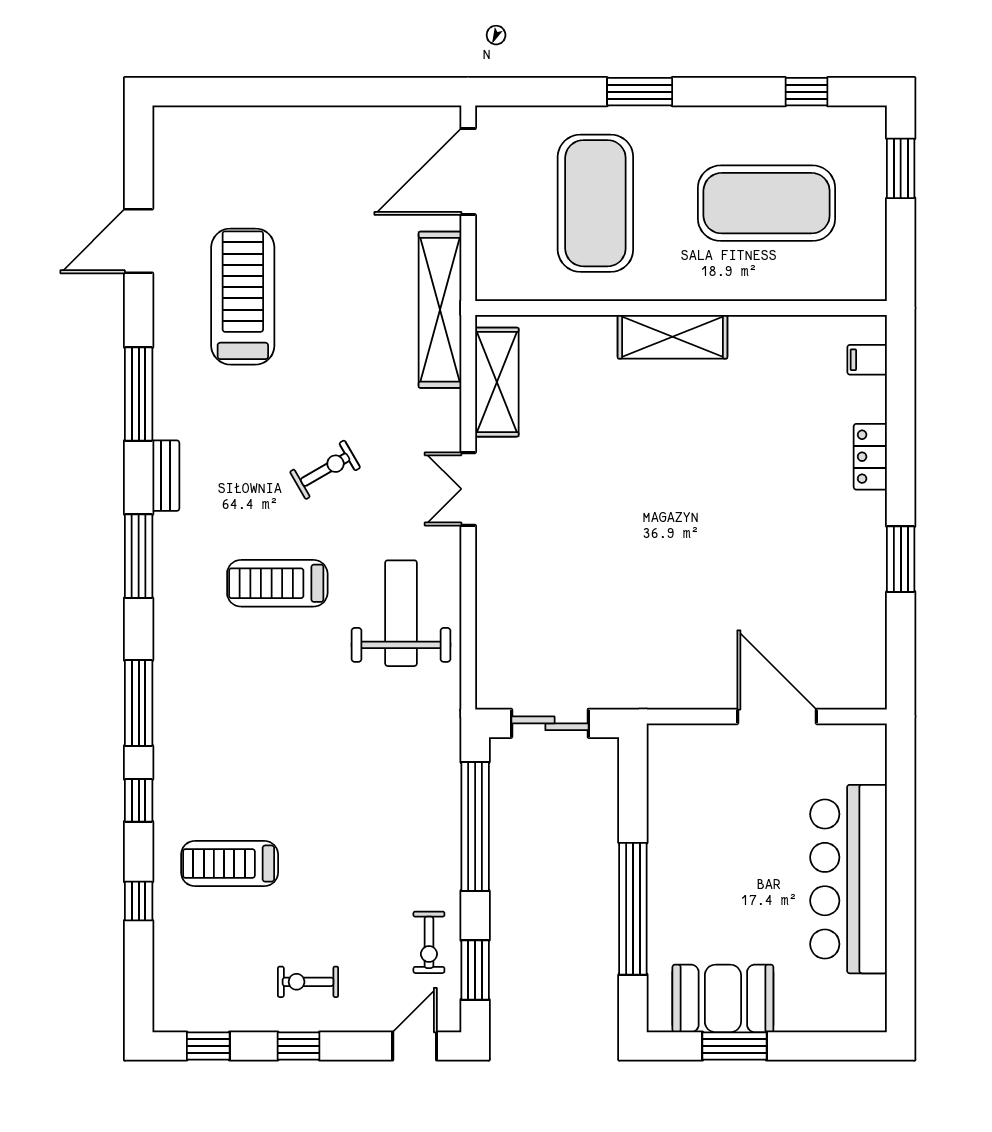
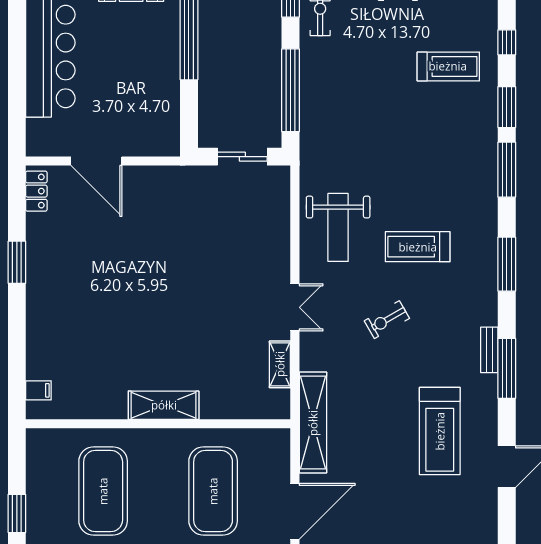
exercise mat: (767, 203) -> (103, 491), turned 90
shelving: (497, 382) -> (280, 364), width x0.67, depth x0.75
locker: (870, 457) -> (36, 191), moved
bench: (166, 476) -> (489, 350), moved
treadmill: (277, 583) -> (418, 247), turned 180
window: (139, 800) -> (507, 107), width x1.50

